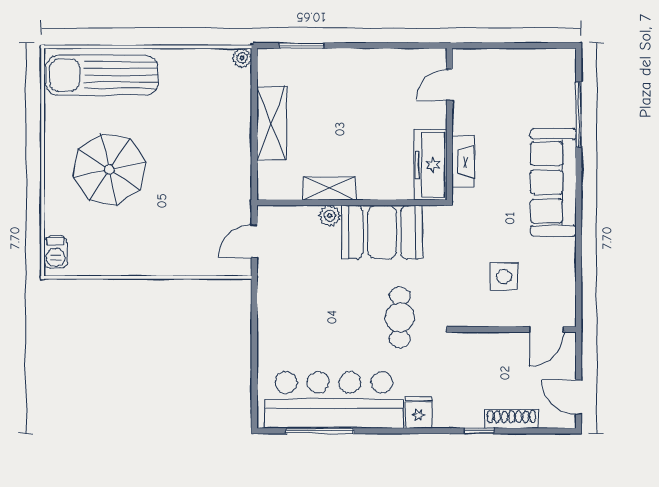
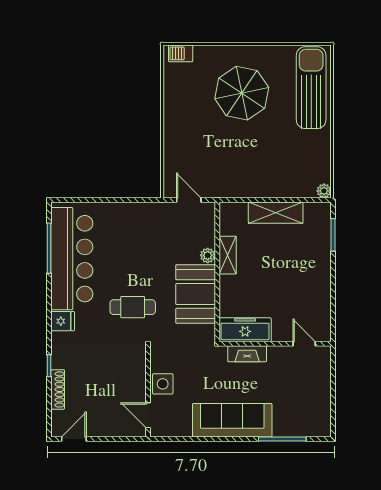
wall: (514, 329) -> (148, 391), moved
door: (547, 329) -> (148, 415), moved

